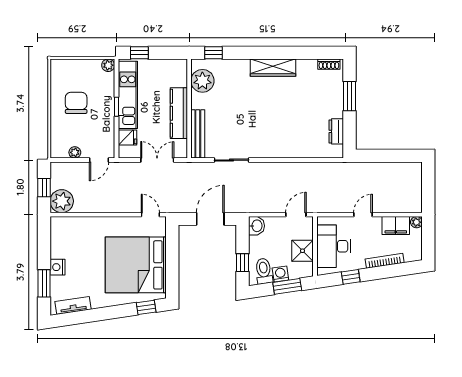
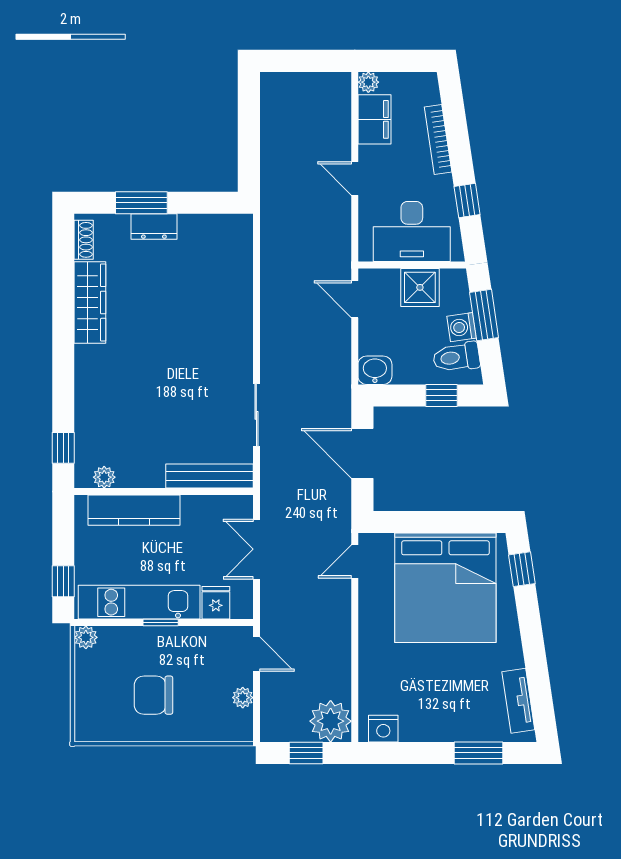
wardrobe: (273, 68) -> (90, 302), moved
plant: (202, 81) -> (104, 477), width x0.53, depth x0.53
kitchen counter: (179, 113) -> (134, 510), moved
dresser: (336, 131) -> (154, 227), moved
nightstand: (58, 267) -> (383, 729), moved

